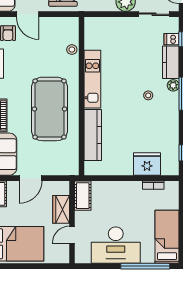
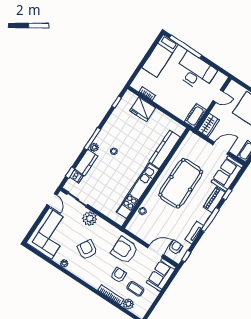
door: (27, 14) -> (156, 251), hinge flipped
kitchen unit: (92, 79) -> (137, 191), width x1.36
wardrobe: (61, 209) -> (209, 125), moved

